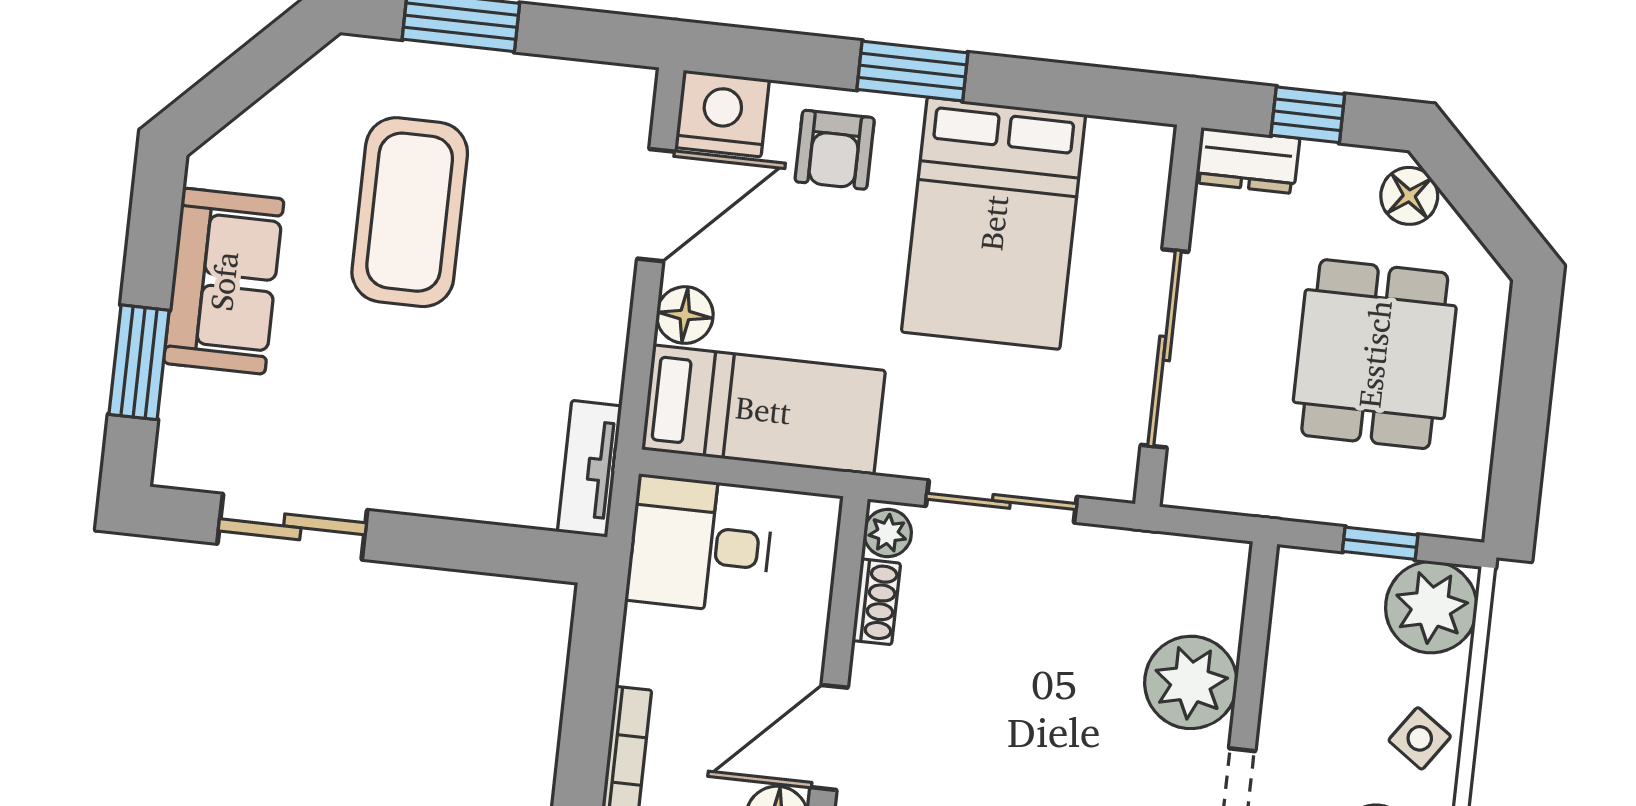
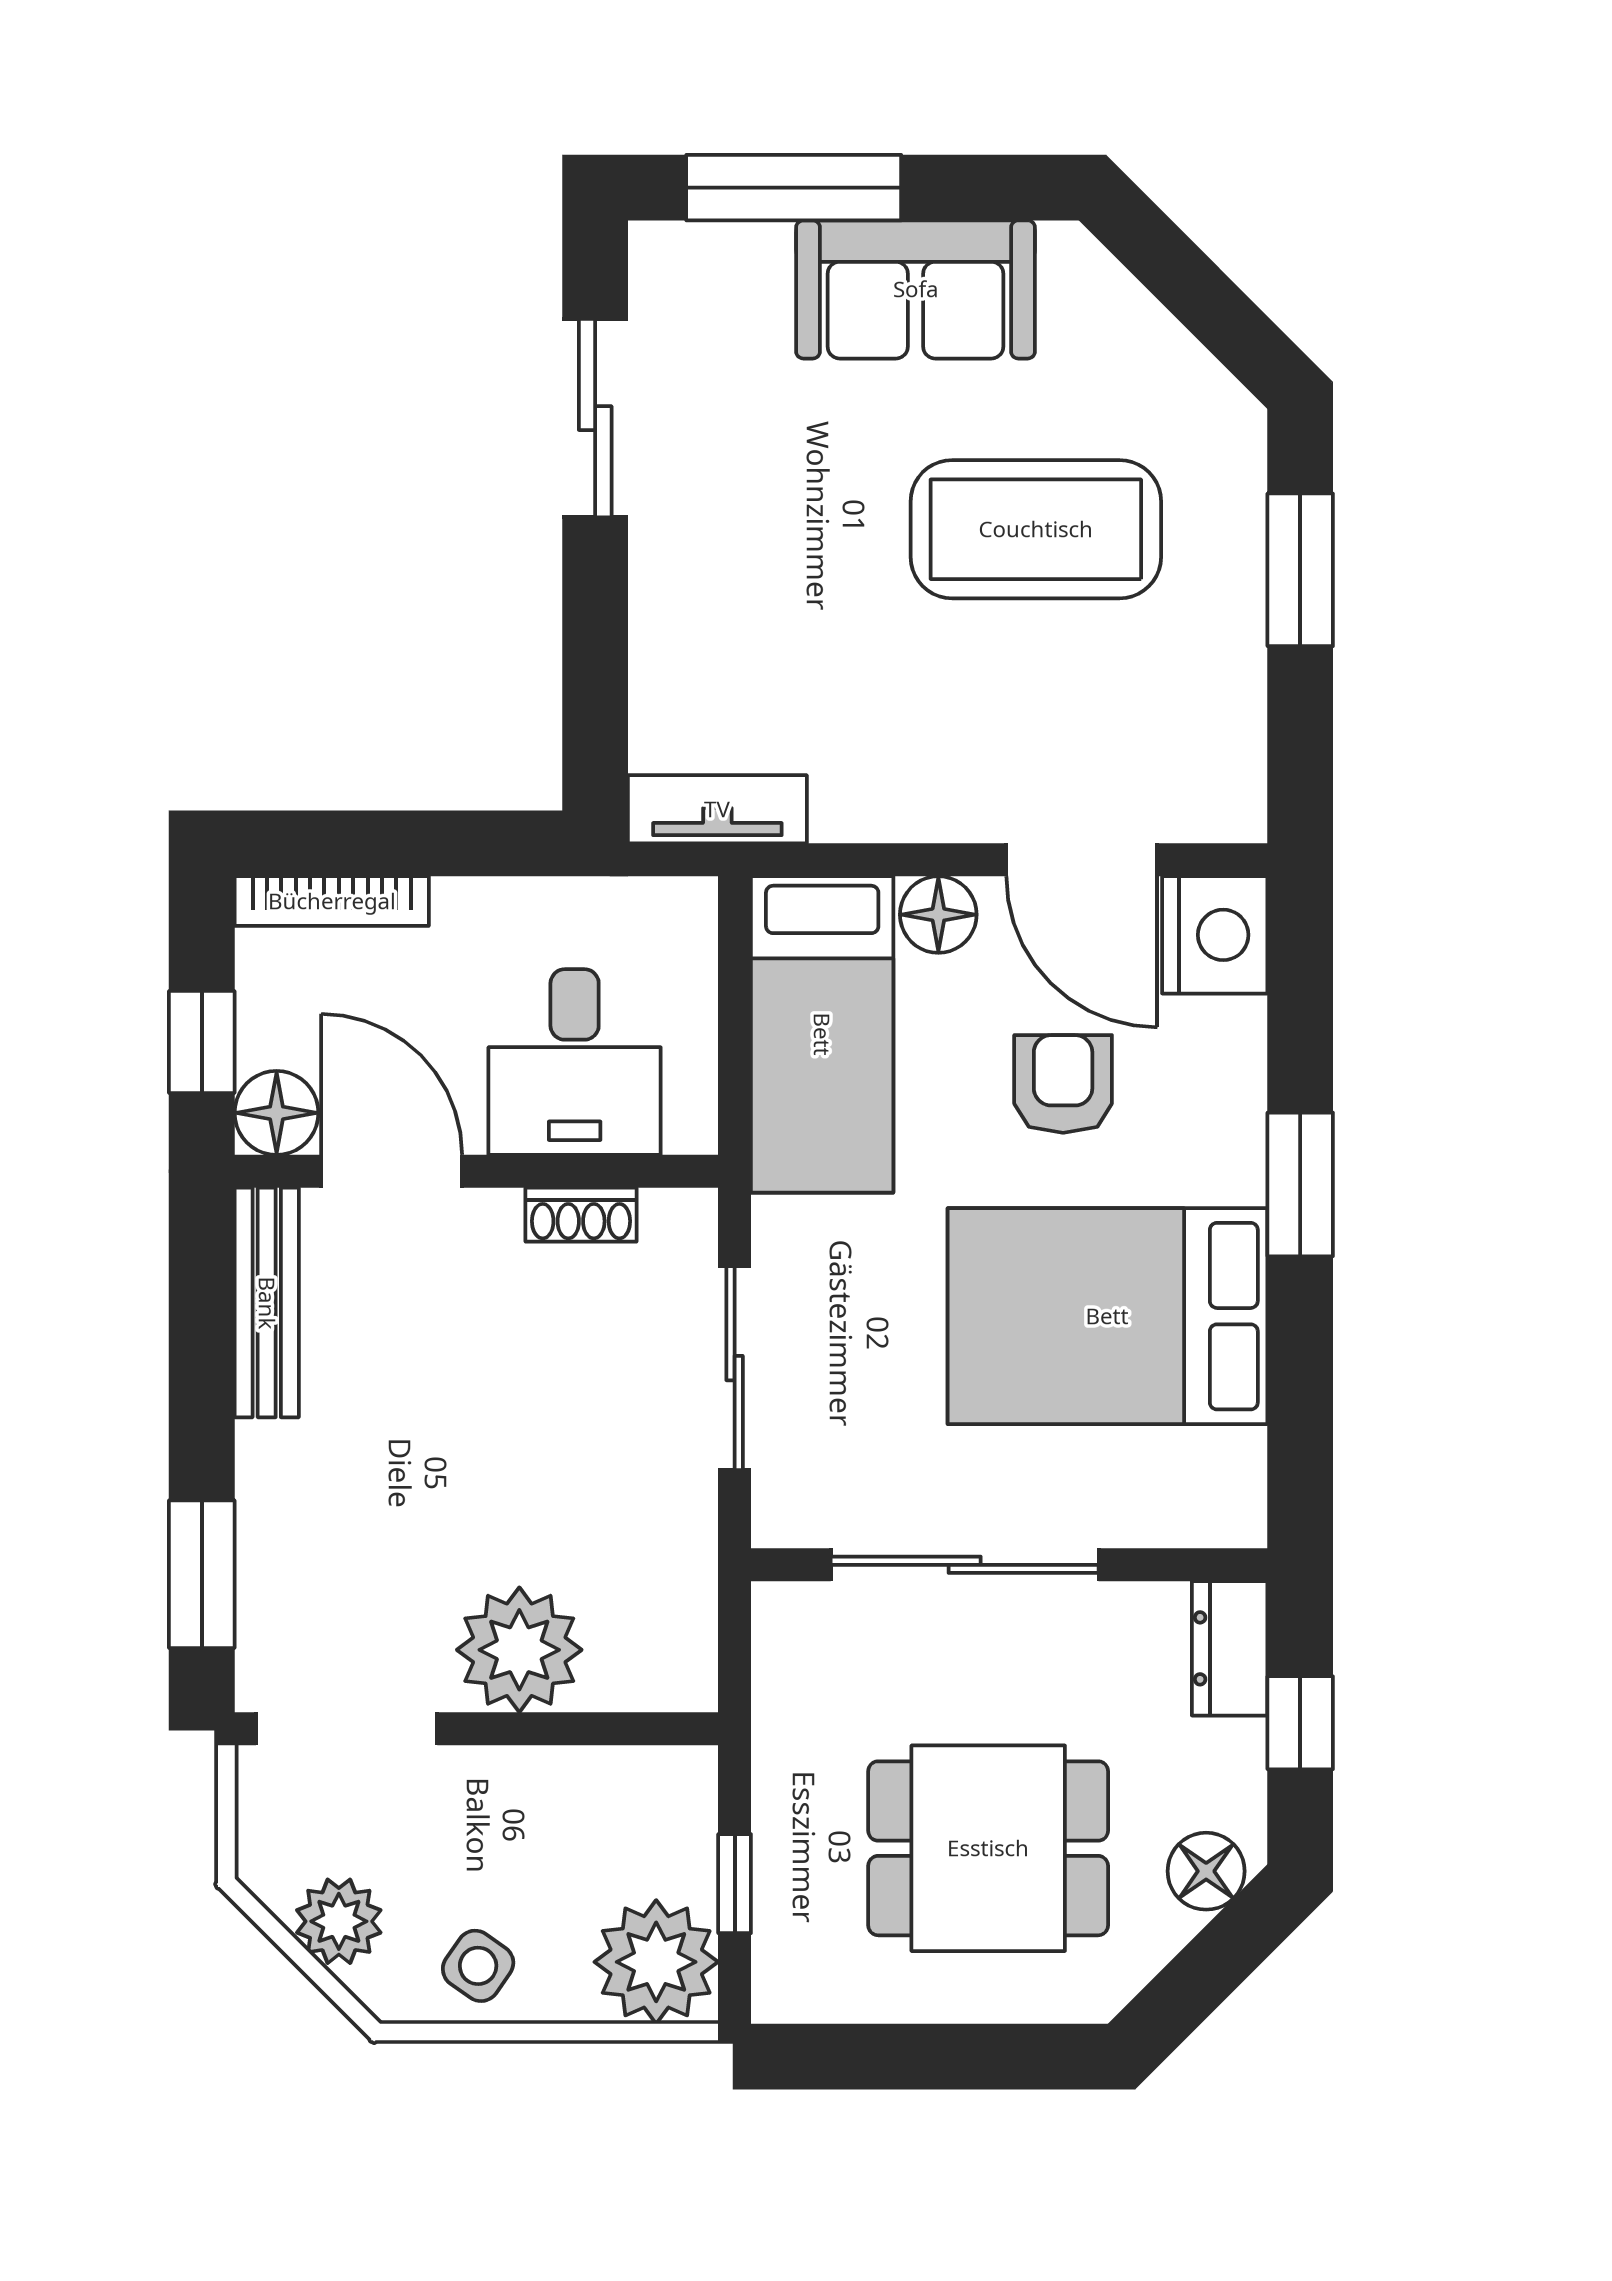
armchair: (835, 150) -> (1063, 1084), moved, turned 90
window: (139, 362) -> (794, 188), width x1.44
plant: (888, 533) -> (675, 1220), removed
desk: (700, 544) -> (575, 1062), moved, turned 180

